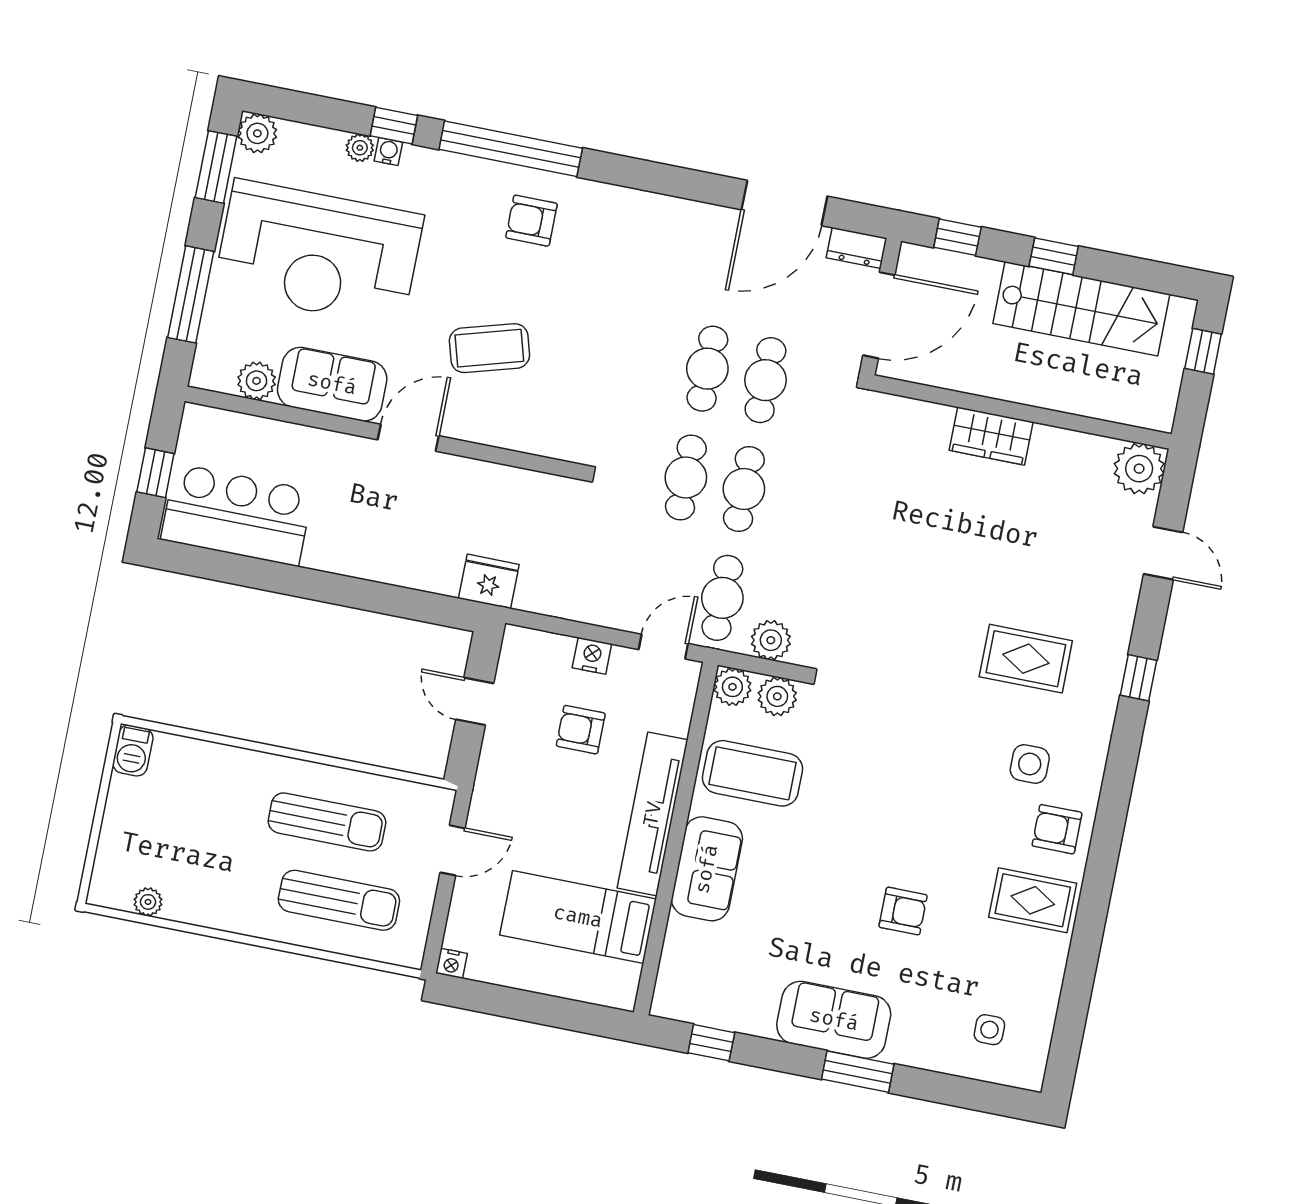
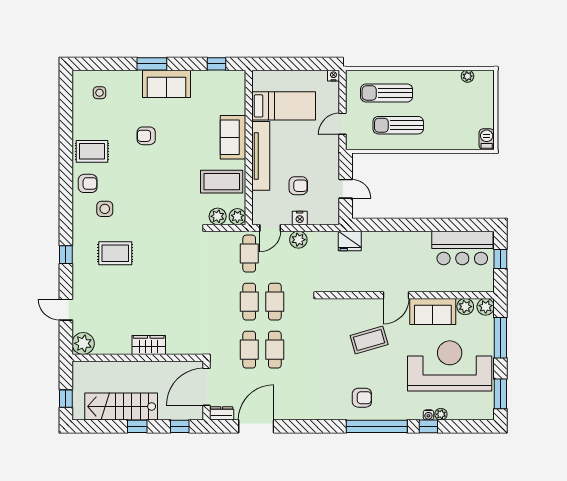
plant: (257, 133) -> (486, 307), moved
plant: (771, 640) -> (298, 240), moved

